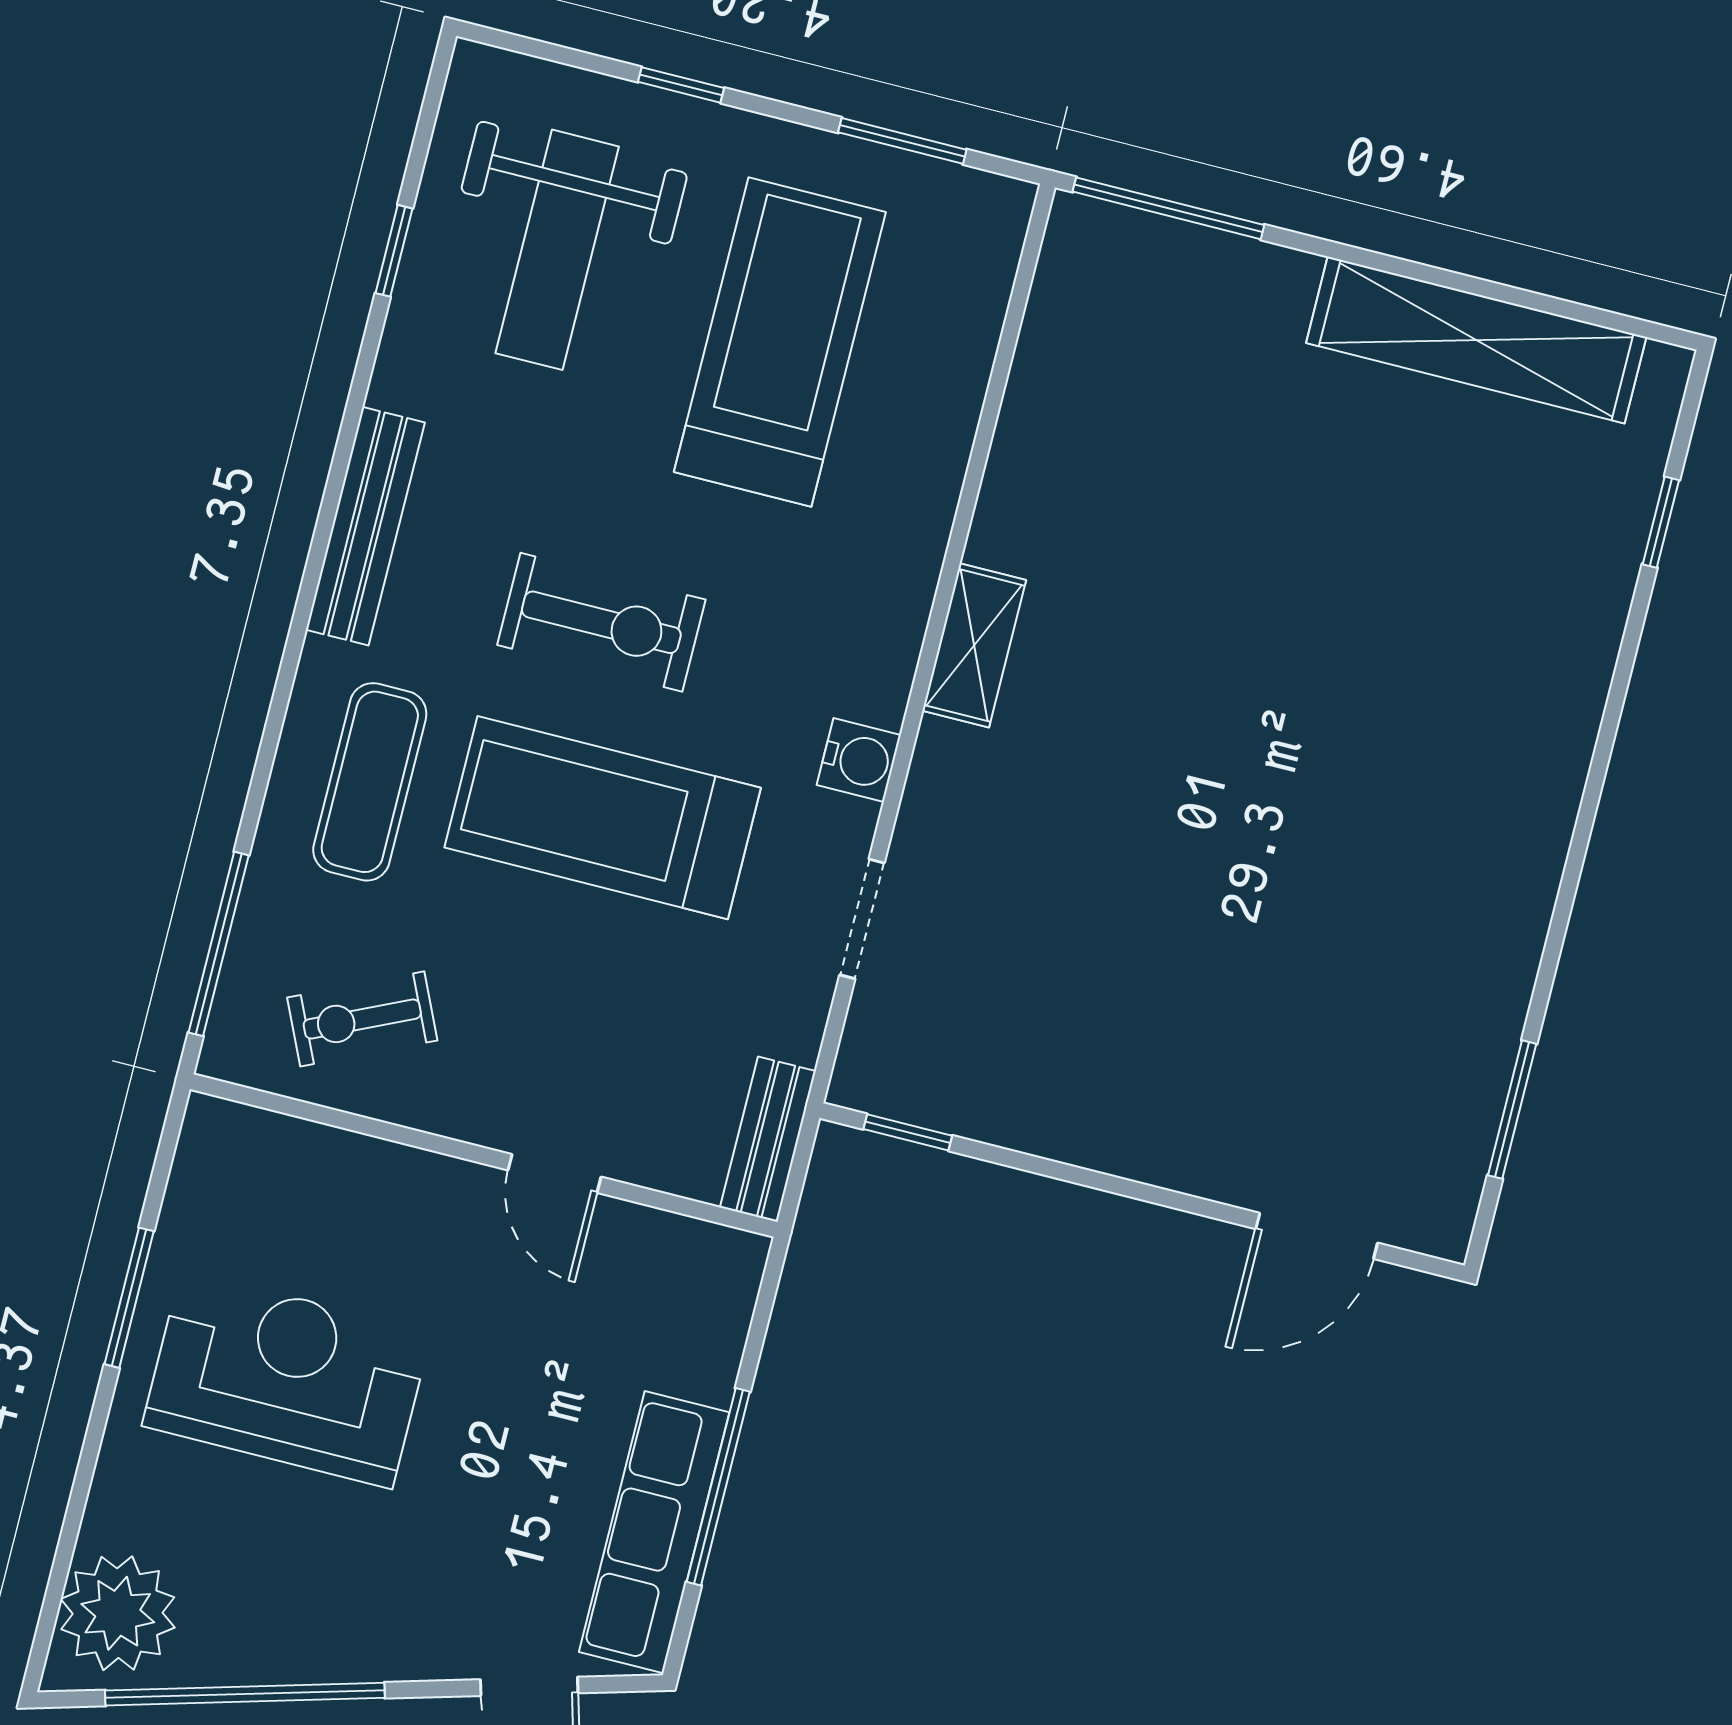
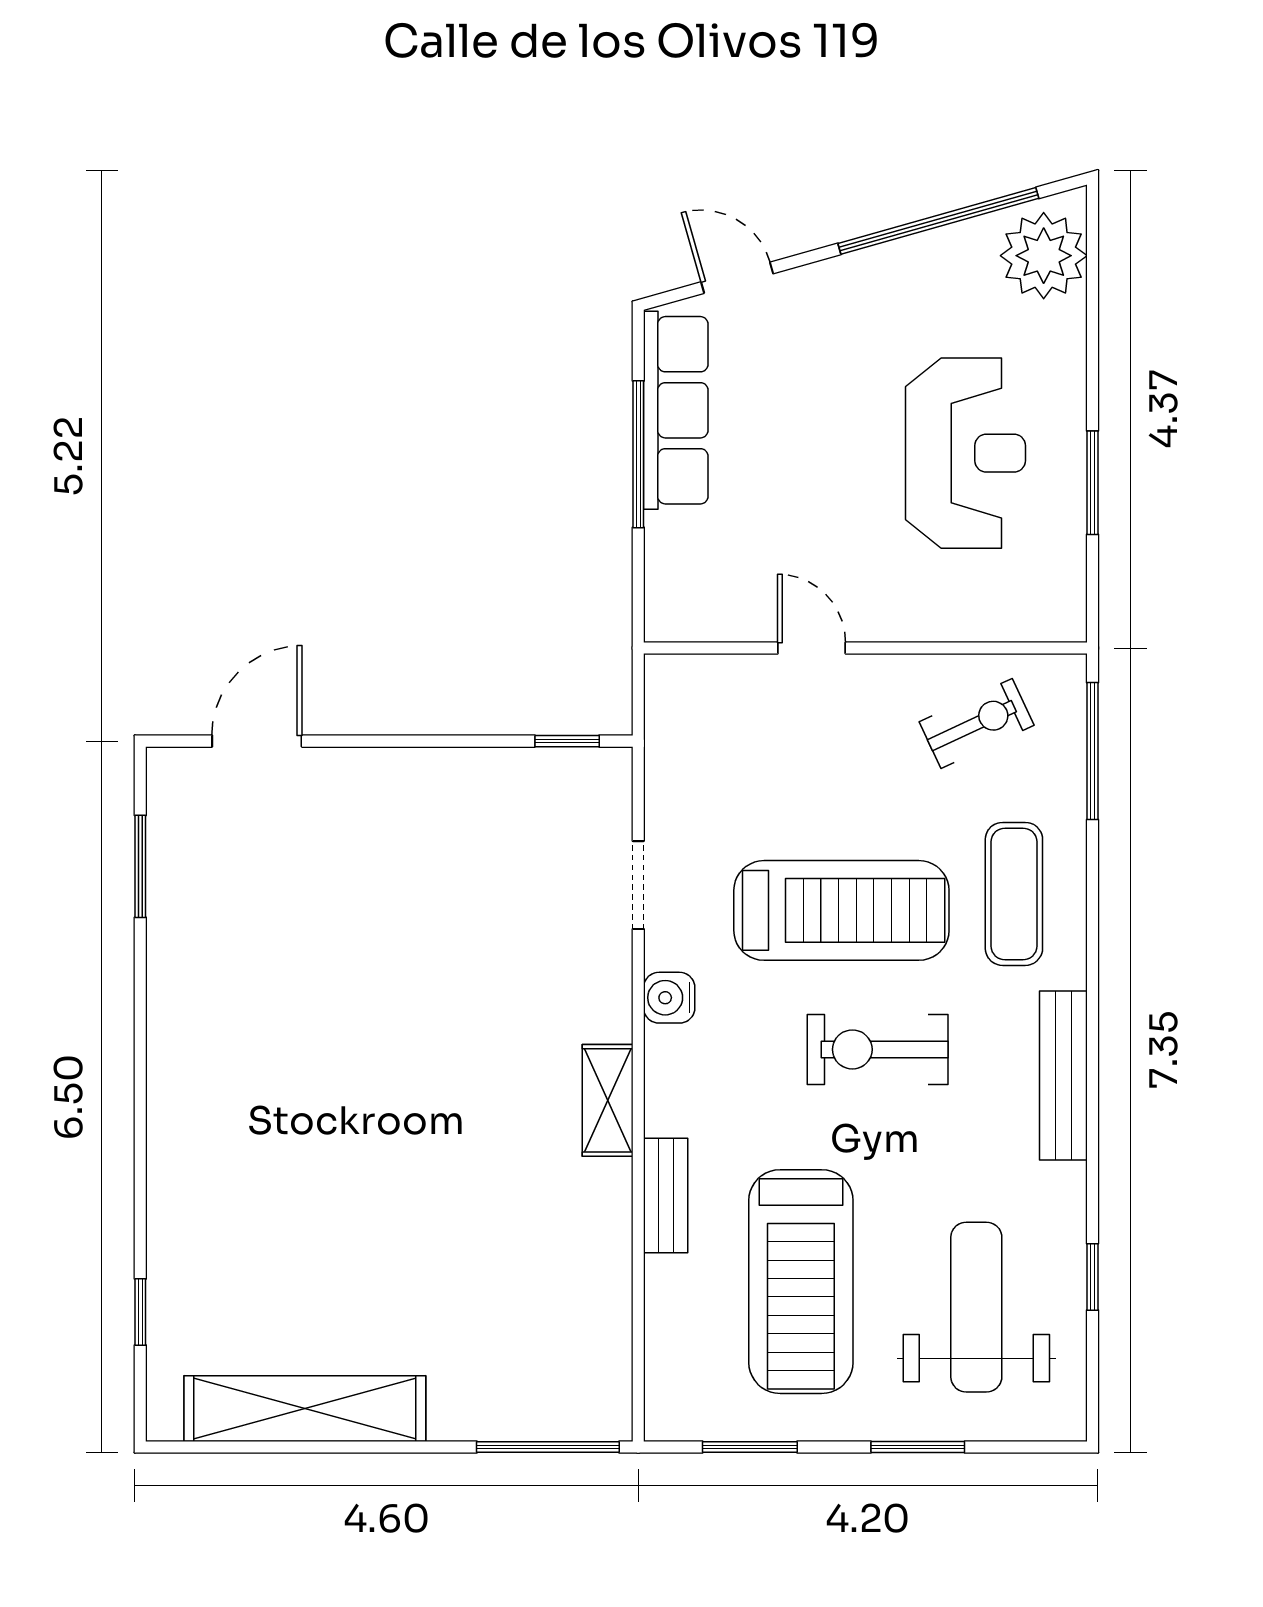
window: (681, 85) -> (918, 1447), width x1.50
bench: (768, 1139) -> (666, 1196), moved
reception desk: (287, 1379) -> (965, 453), turned -90

